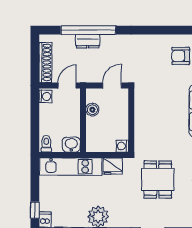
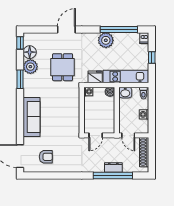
door: (67, 85) -> (128, 135), hinge flipped
washing machine: (46, 96) -> (144, 114), moved
boiler: (92, 110) -> (110, 92), moved
window: (35, 210) -> (152, 57), moved

